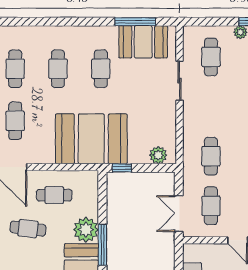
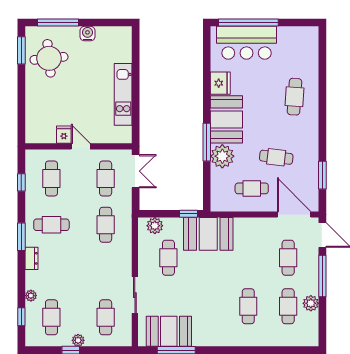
cafe table: (101, 69) -> (168, 258), moved
booth: (91, 139) -> (208, 234), width x0.73, depth x0.70

